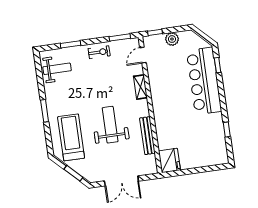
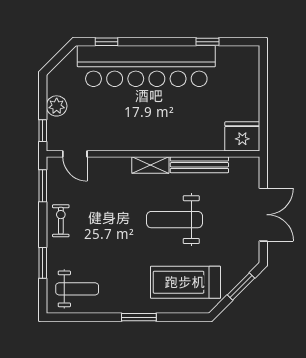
weight bench: (57, 69) -> (77, 289), turned 90
bar counter: (204, 81) -> (146, 66), width x1.36
shelving: (140, 87) -> (150, 165), moved

